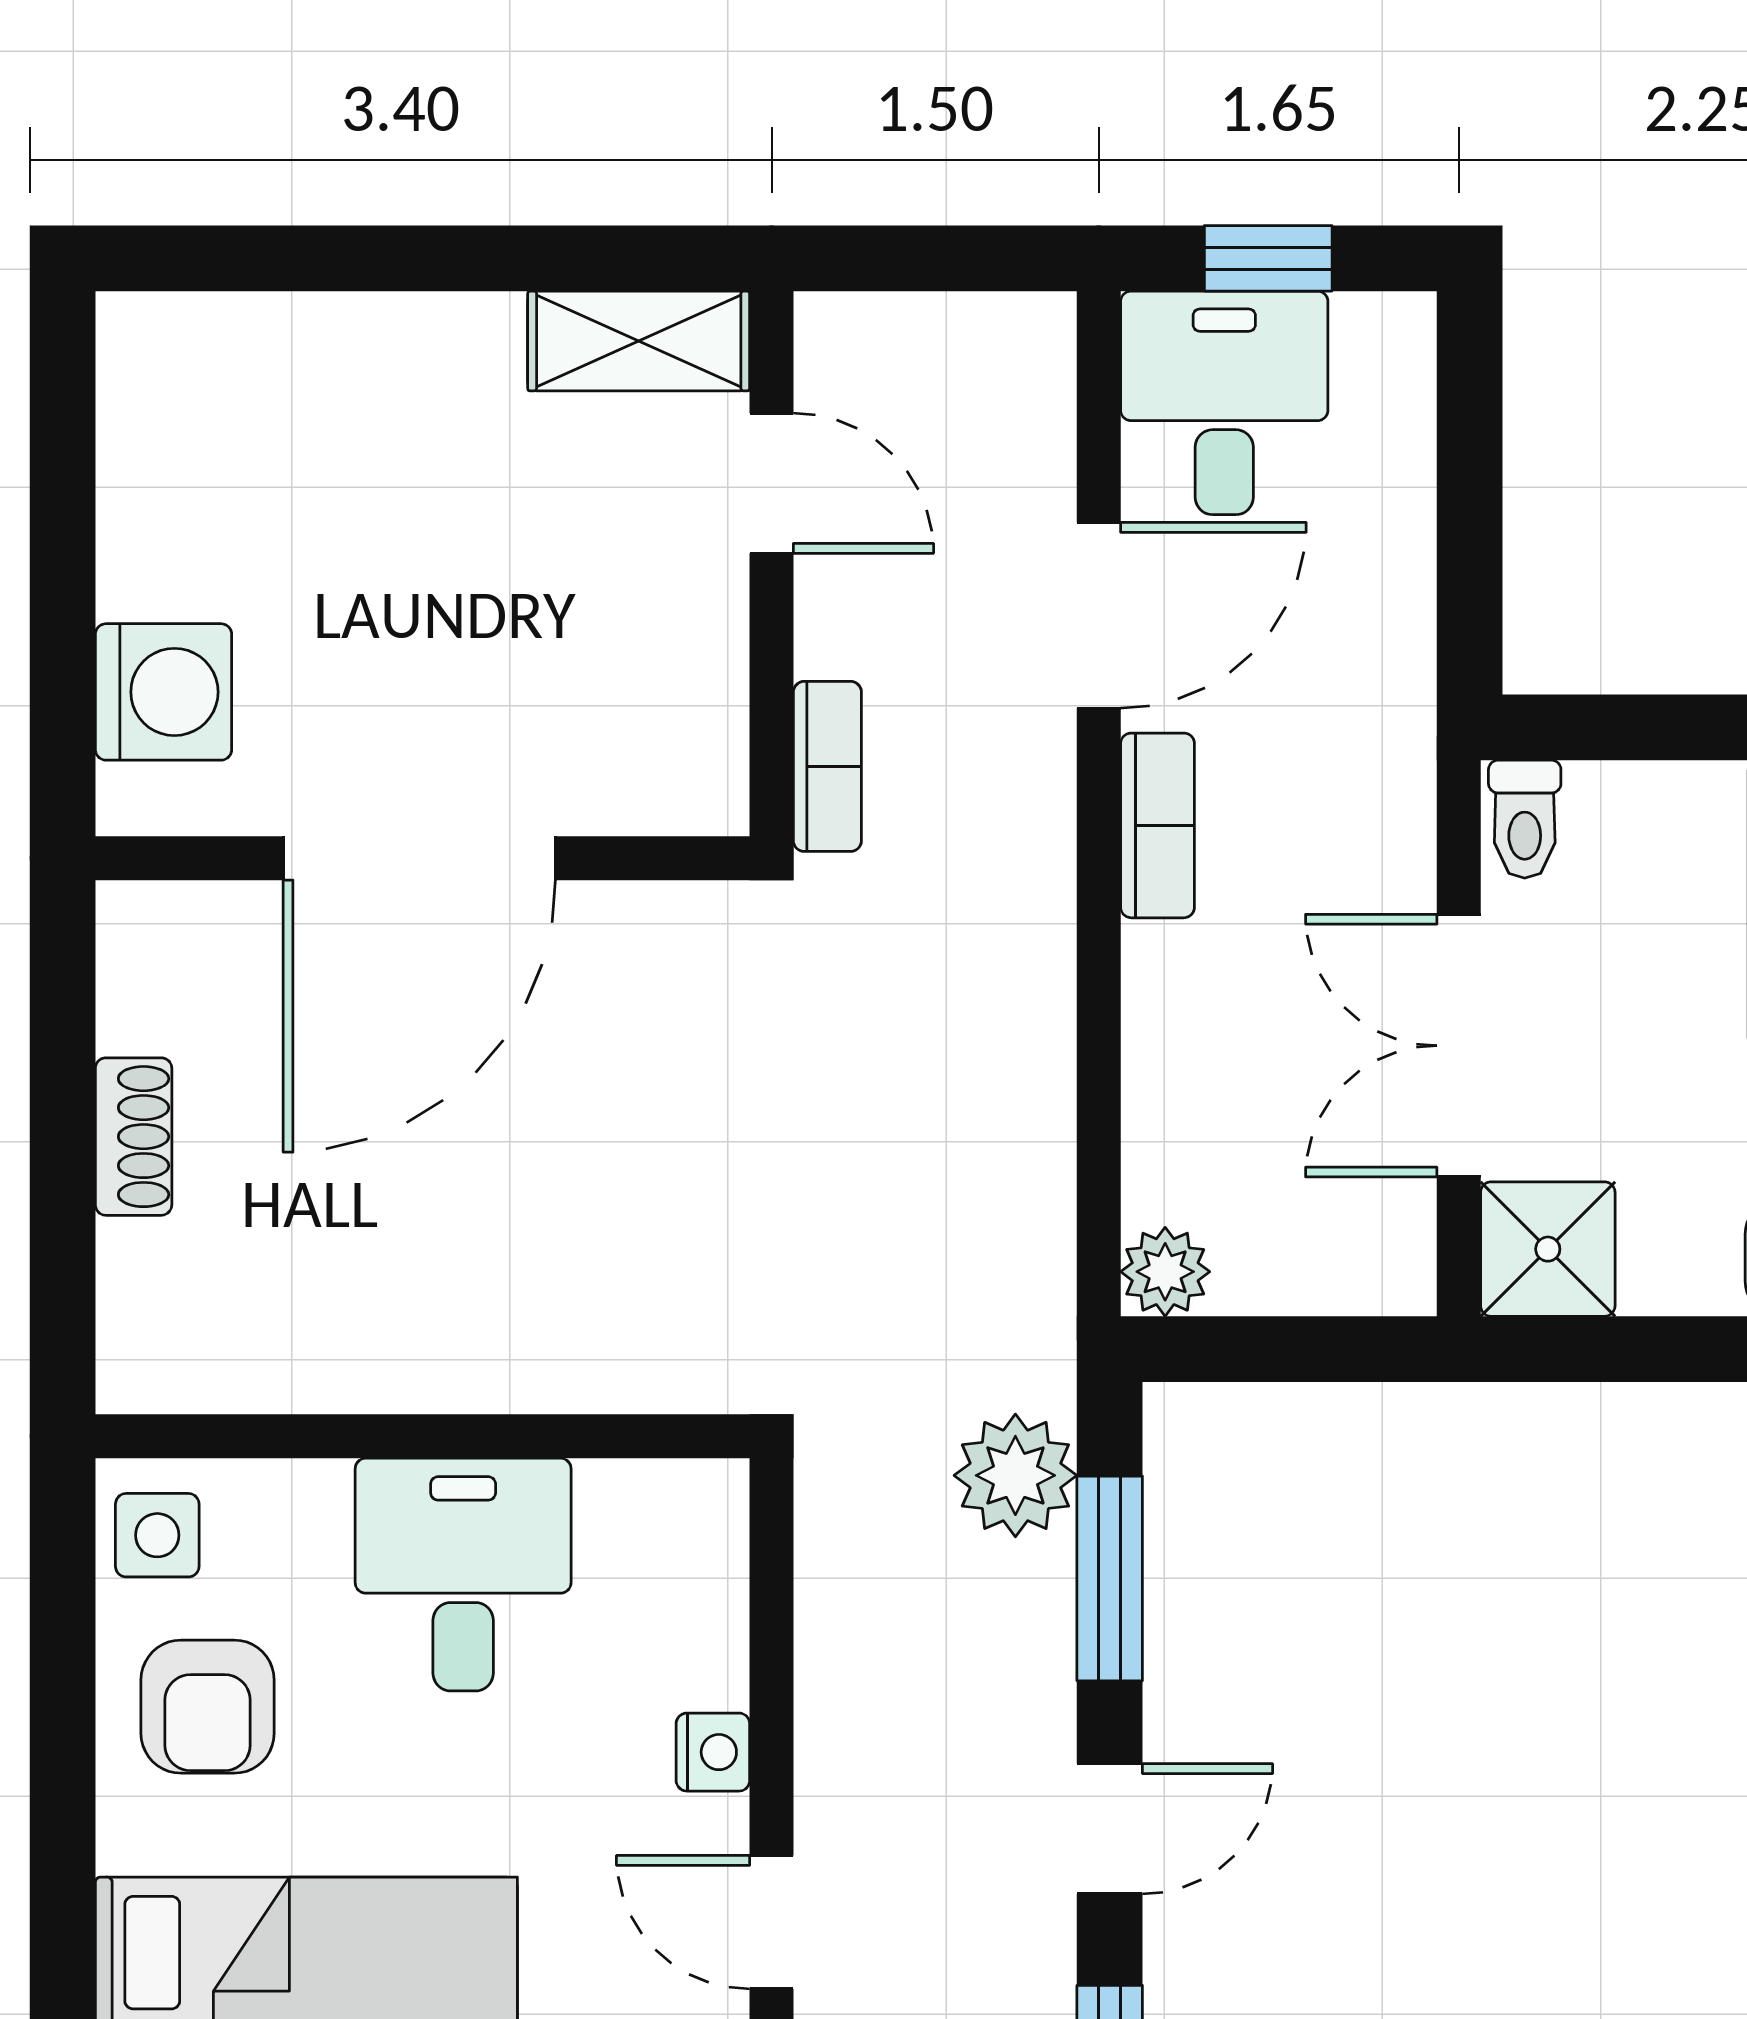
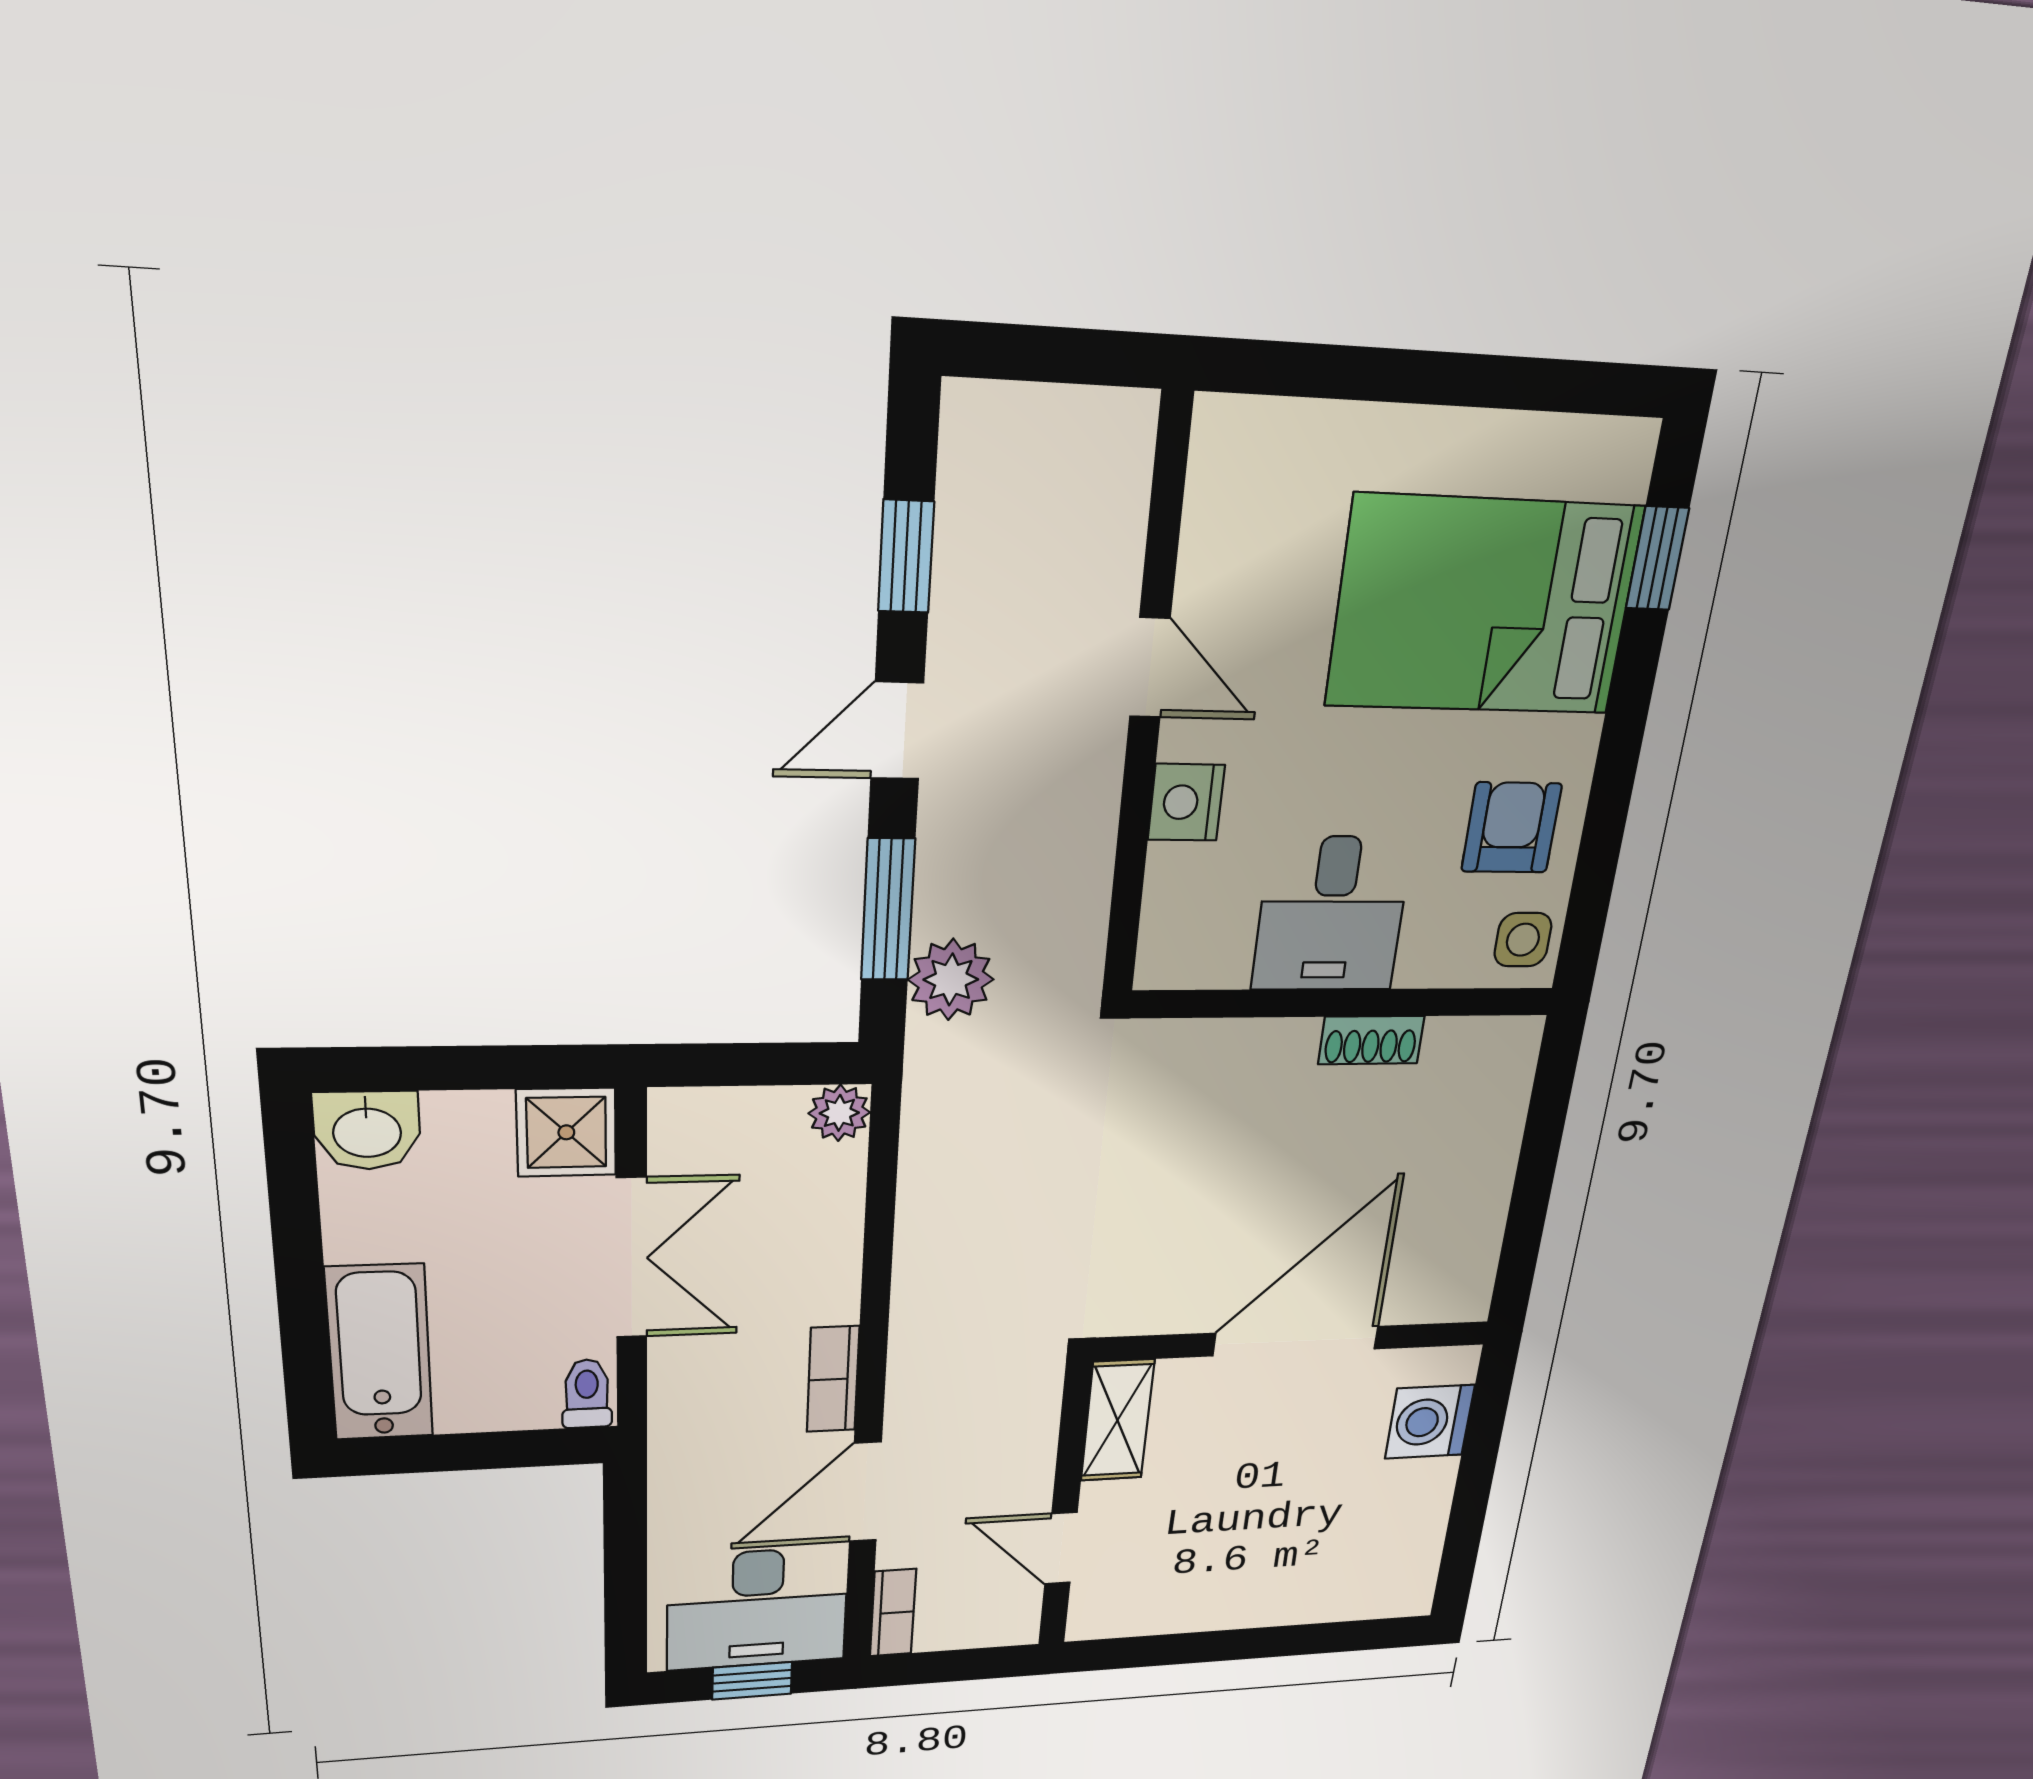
shelving: (639, 341) -> (1117, 1420), moved, turned 90
desk: (1224, 403) -> (757, 1609), width x1.37
bookcase: (827, 766) -> (893, 1613), moved, turned 180
shoe rack: (134, 1137) -> (1371, 1040), moved, turned -90
nightstand: (713, 1752) -> (1186, 802), width x1.39, depth x1.35

